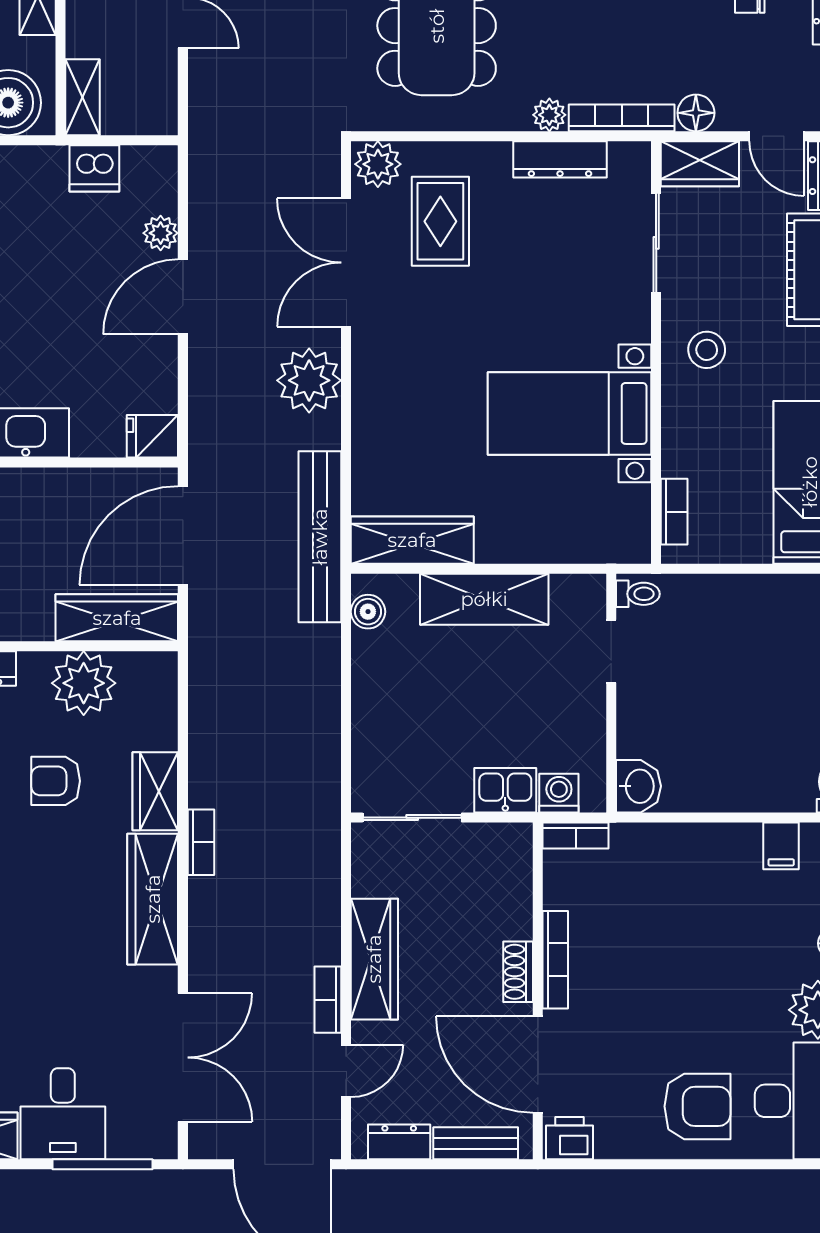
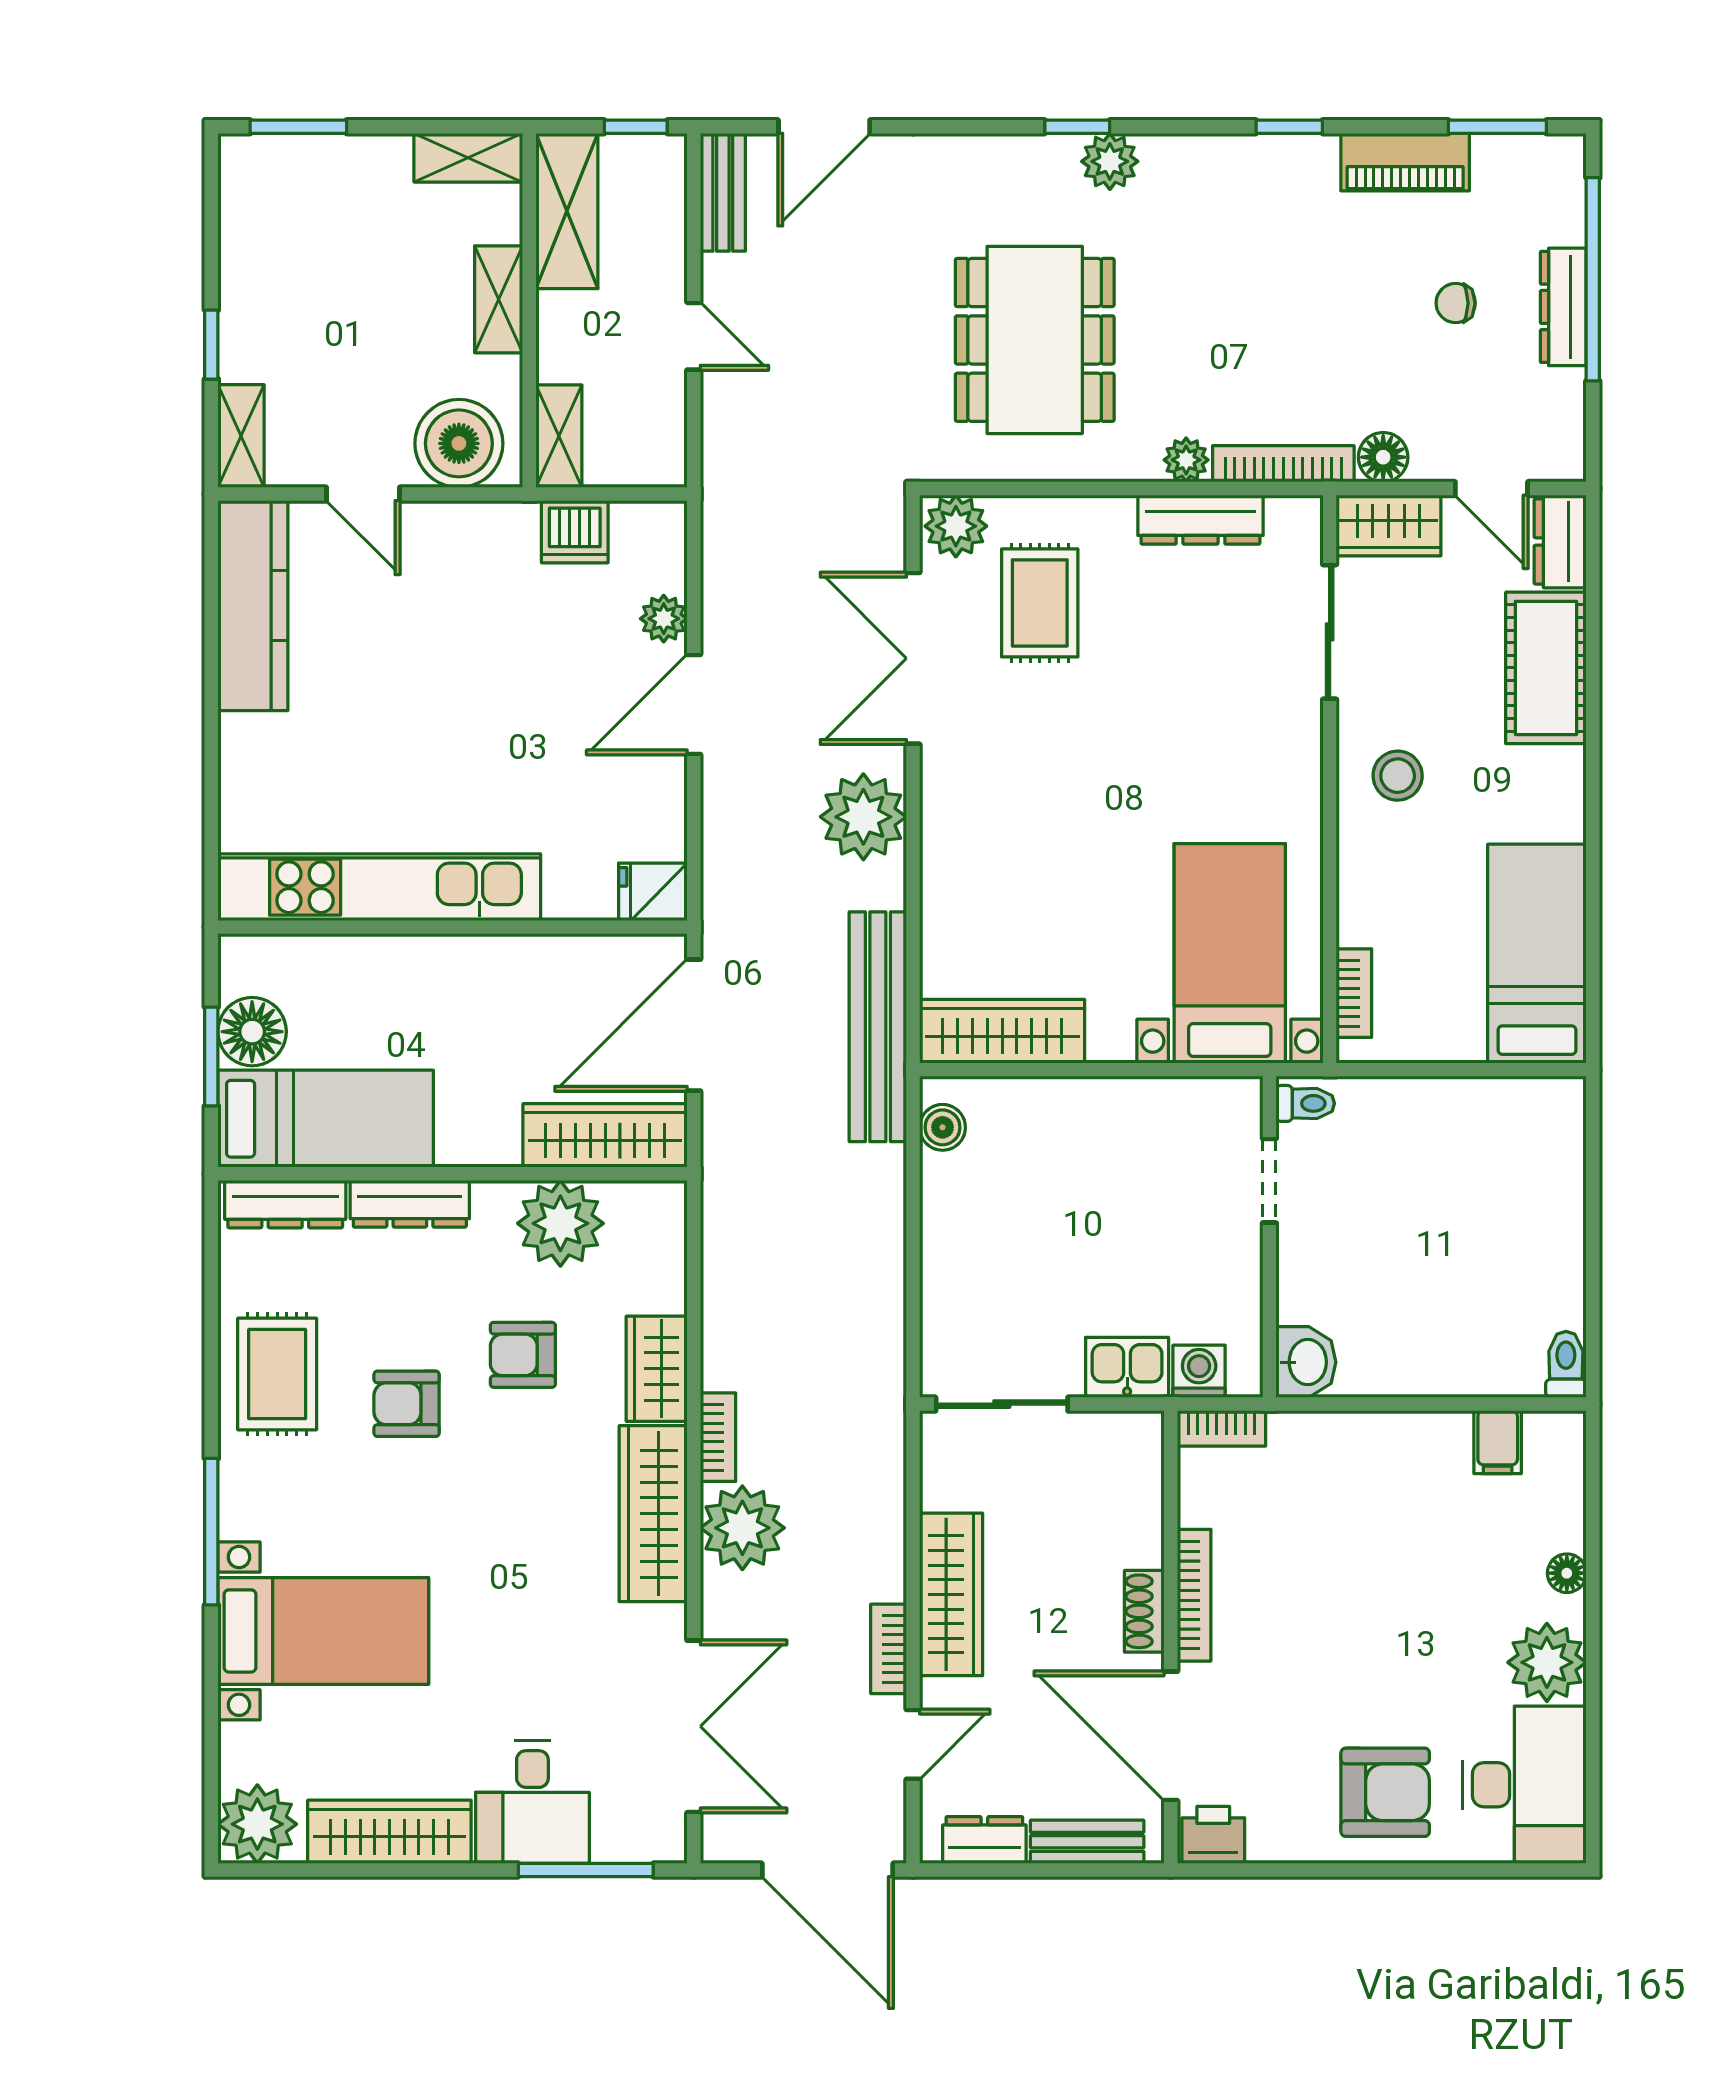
bed with nightstands: (570, 413) -> (1230, 953), moved, turned 90
shelving: (484, 599) -> (1099, 1111), removed
plant: (219, 910) -> (742, 1528), added

